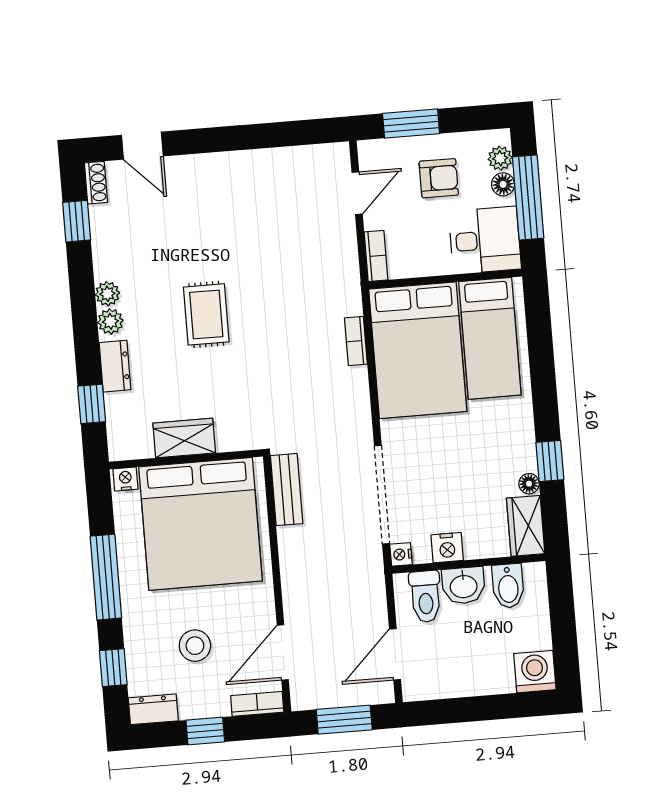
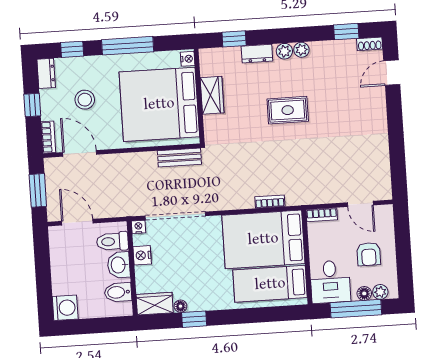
window: (411, 124) -> (402, 238), removed

